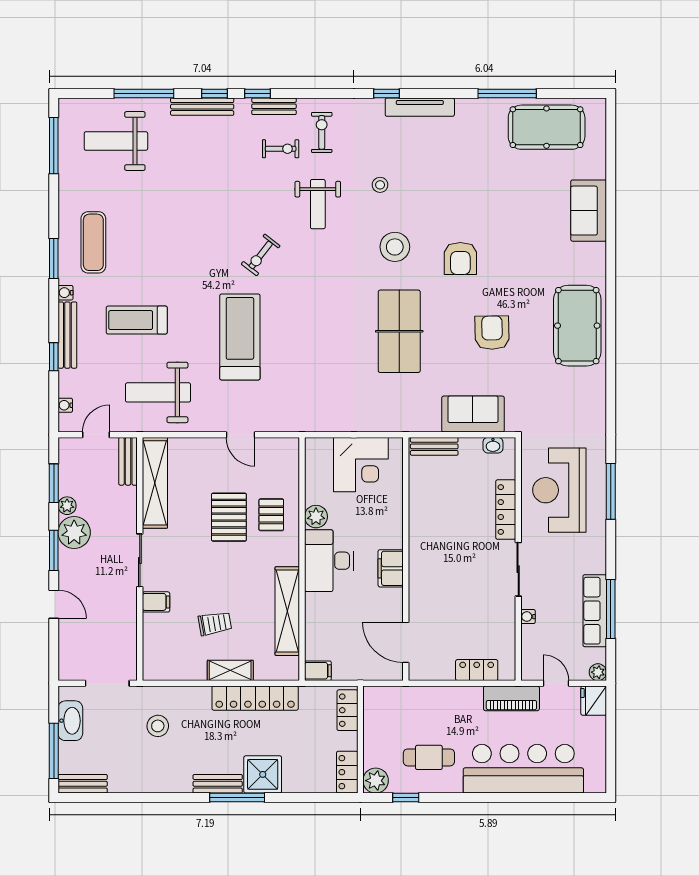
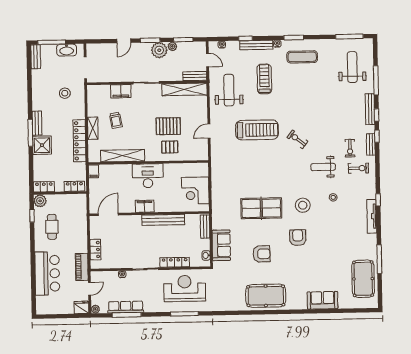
armchair: (460, 258) -> (298, 238), turned 90
plant: (316, 517) -> (169, 169), removed
bench: (419, 531) -> (163, 220), added
filing cabinet: (156, 602) -> (121, 91), width x2.00
bar counter: (523, 769) -> (47, 273), width x0.73

